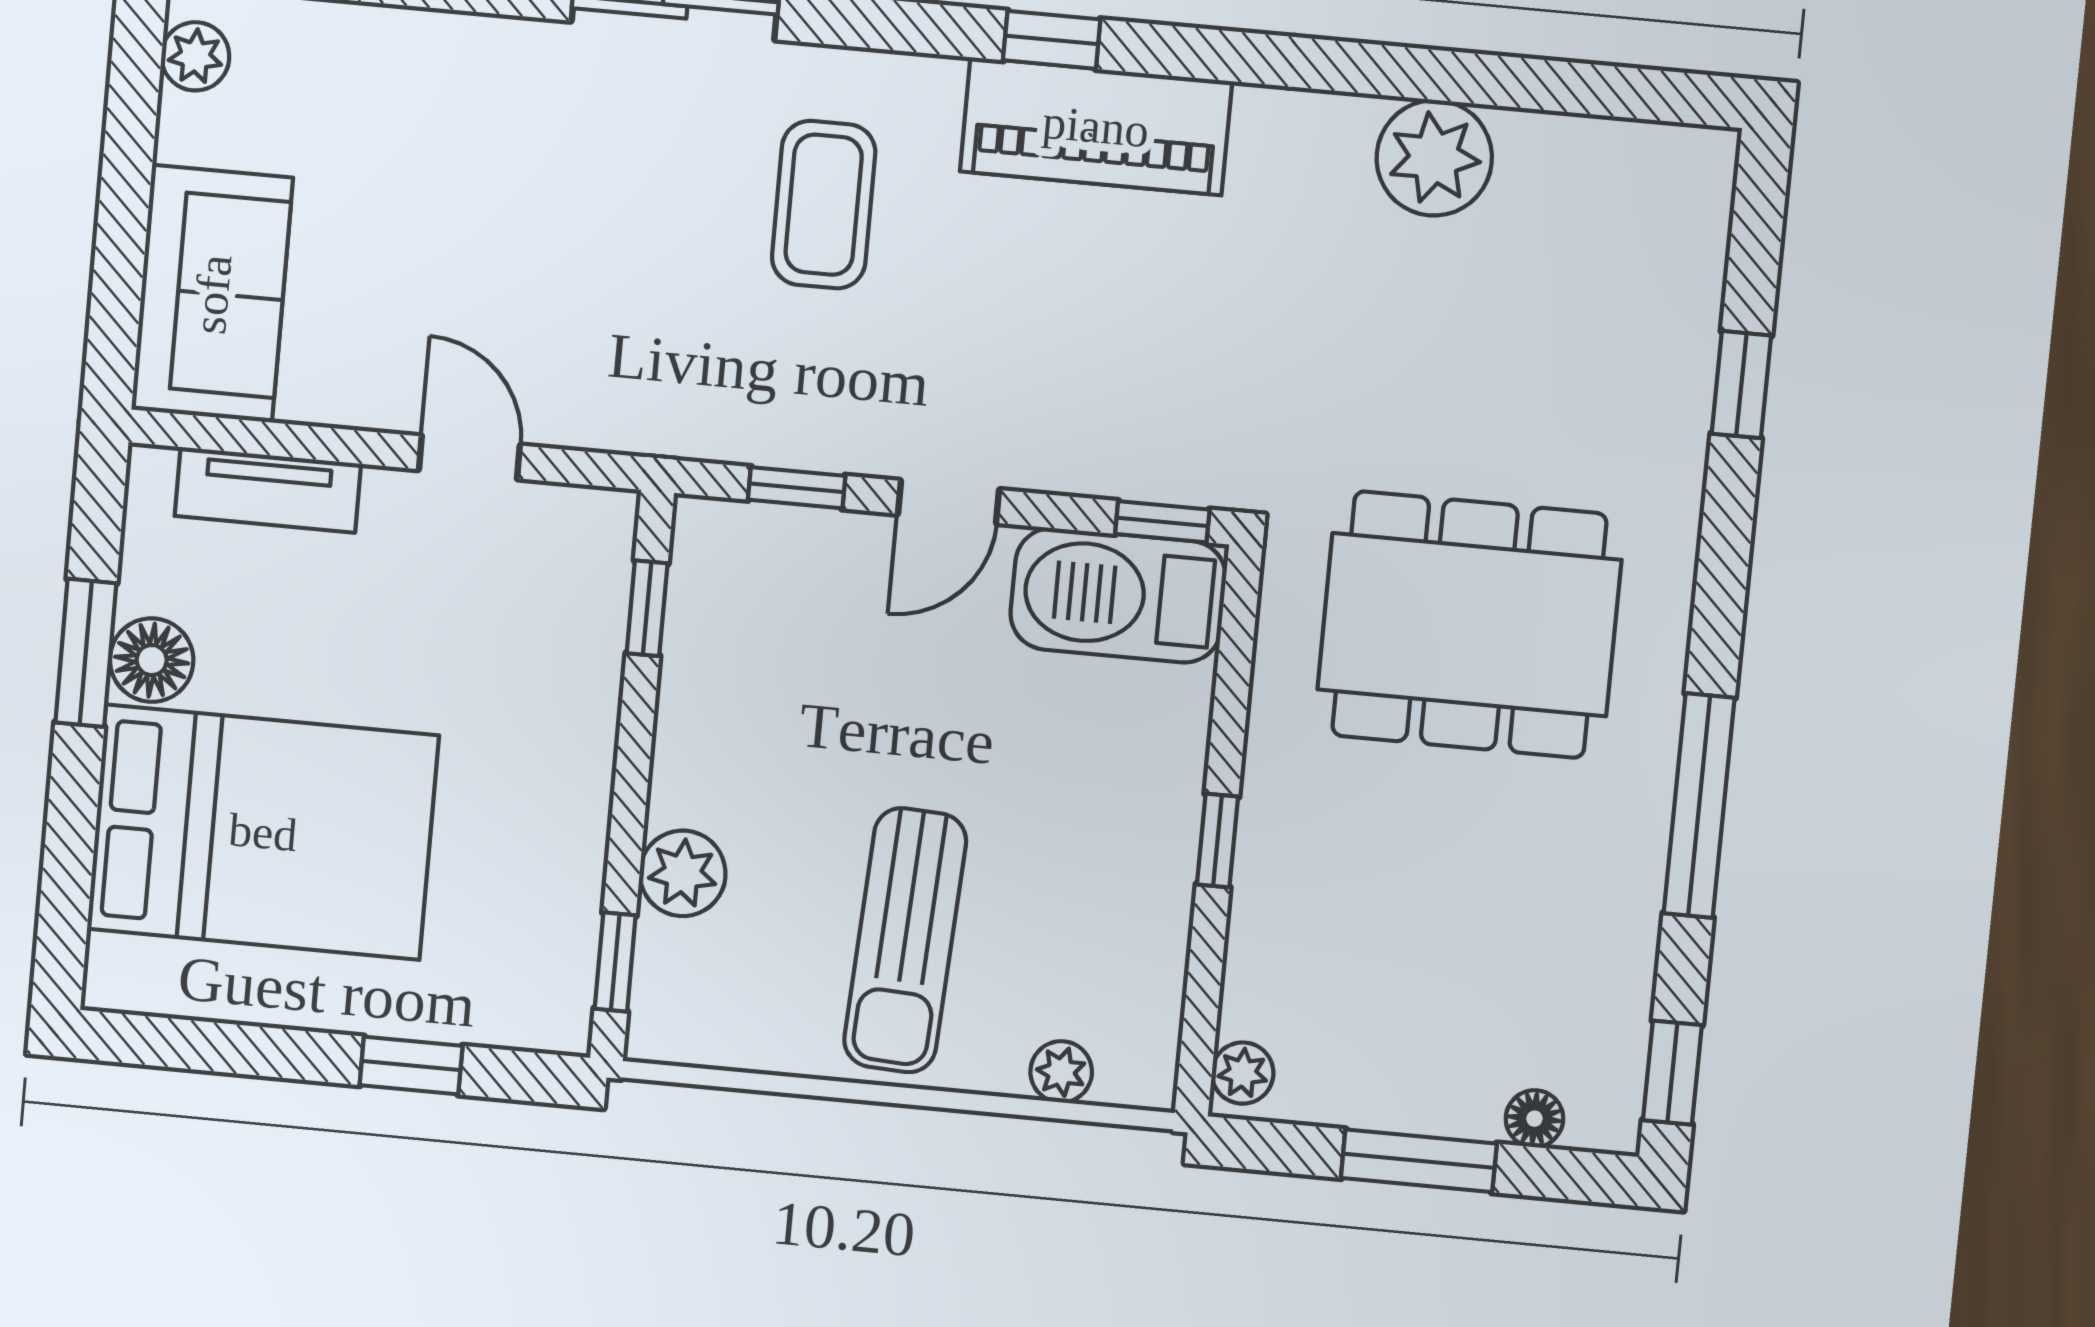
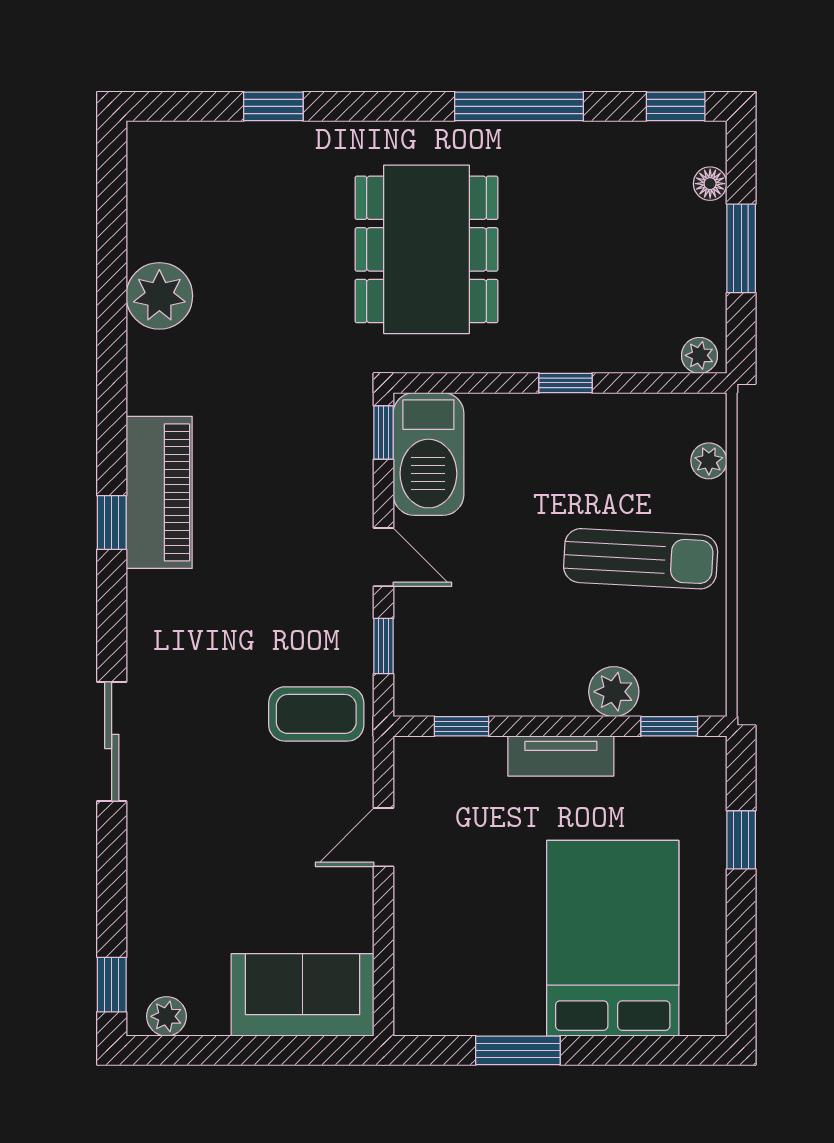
coffee table: (824, 205) -> (316, 714), moved
tv unit: (268, 490) -> (561, 756), moved, turned 90
floor lamp: (152, 660) -> (518, 1012), removed

